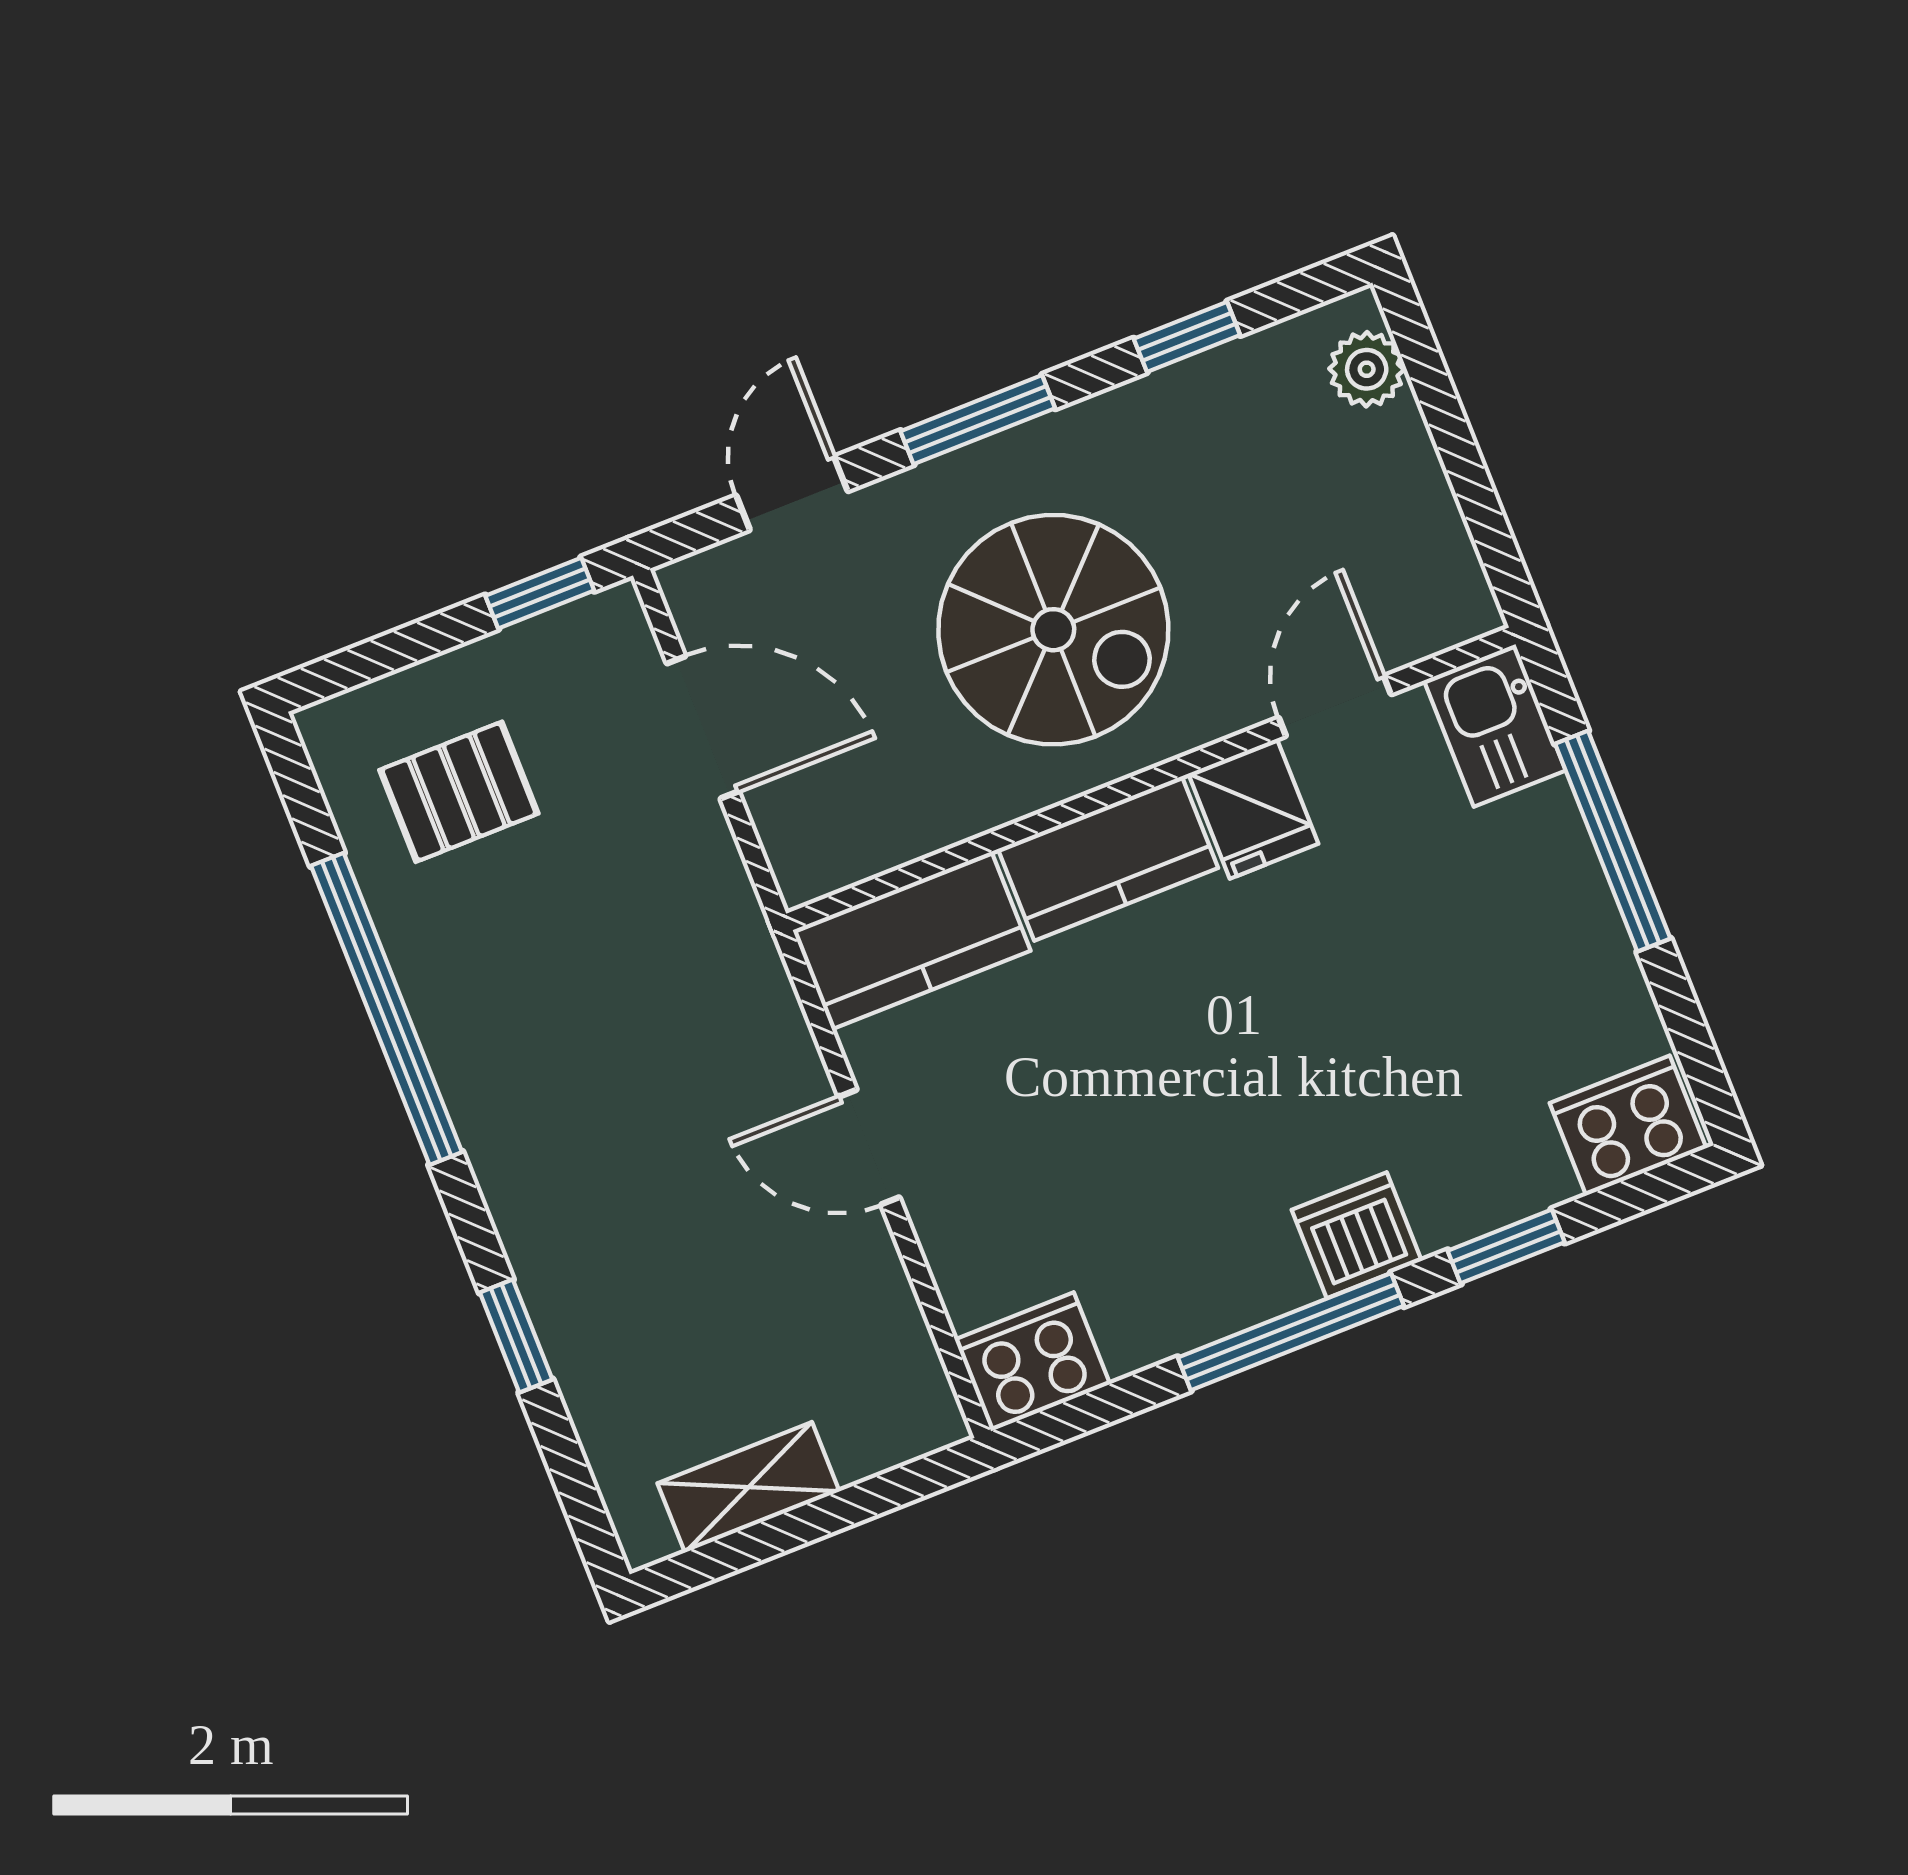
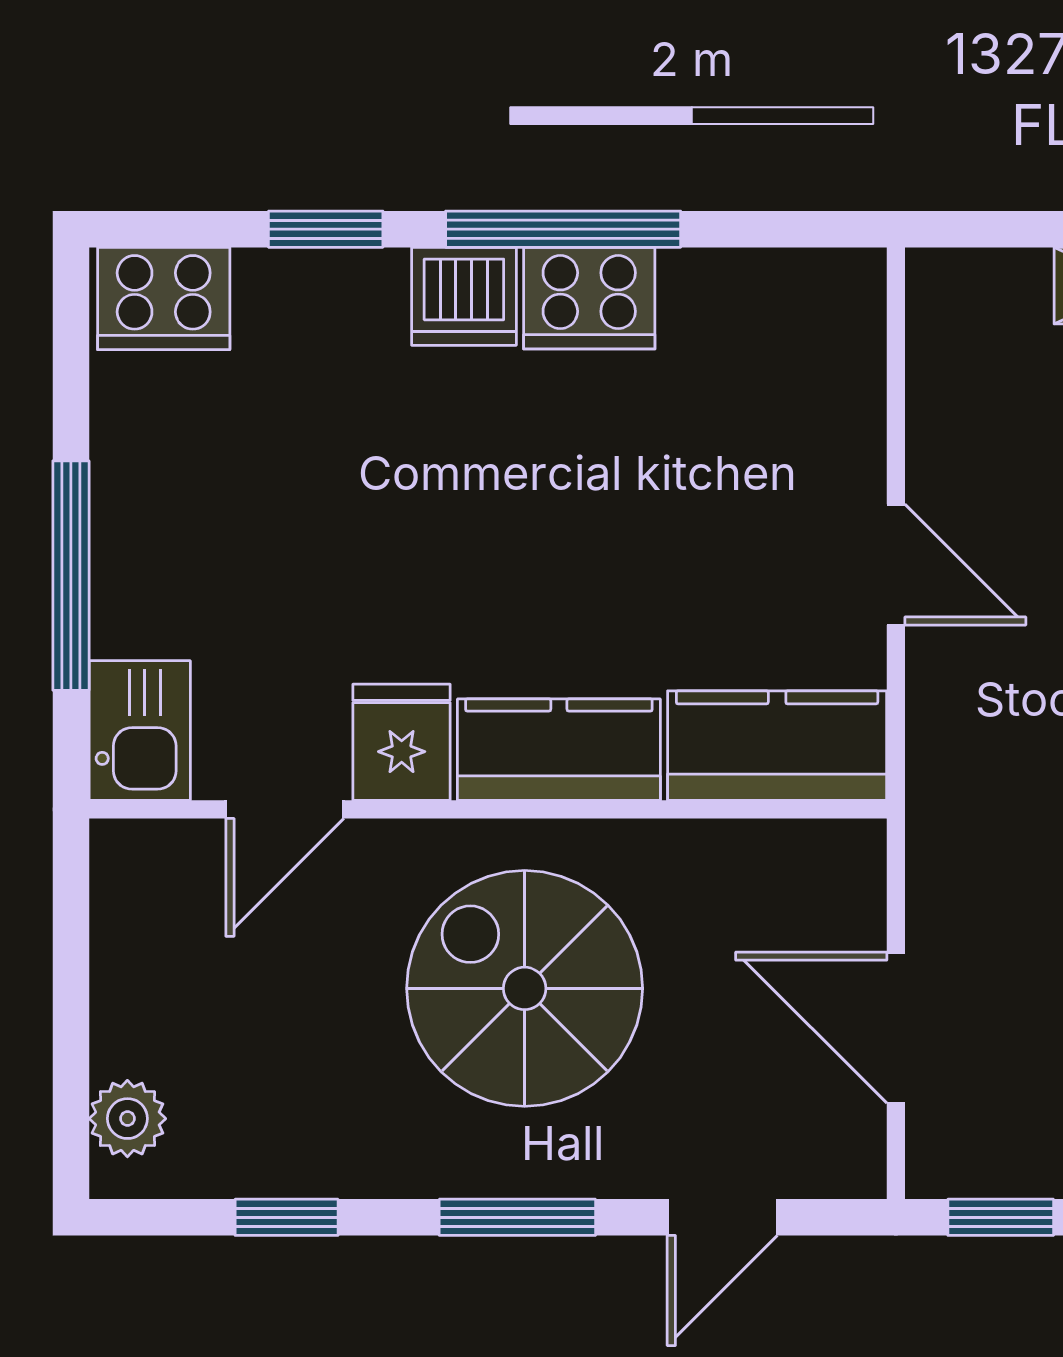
cooker: (1032, 1362) -> (589, 298), moved

